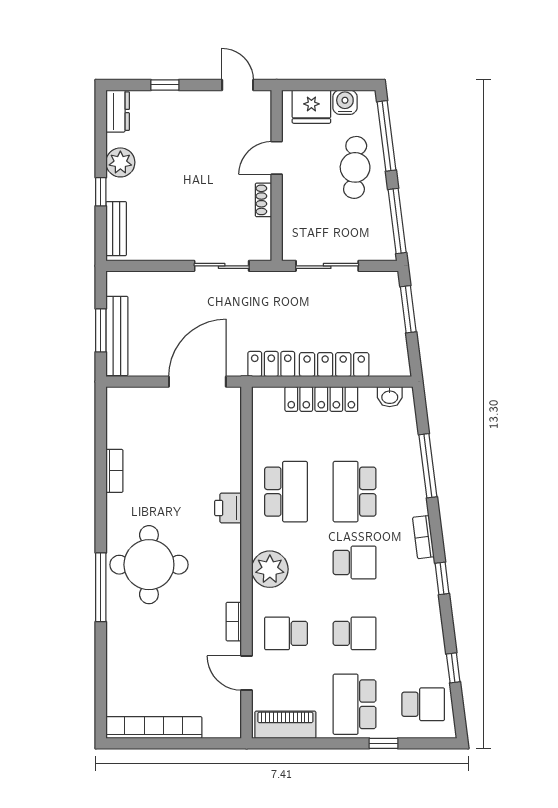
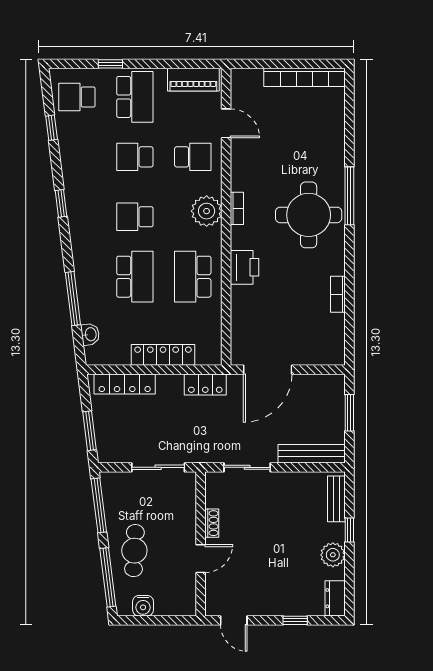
fridge: (311, 107) -> (171, 602), removed
bench: (117, 336) -> (312, 454), moved, turned 90
locker: (334, 365) -> (125, 384), moved
washbasin: (390, 397) -> (90, 334), moved, turned 83
printer: (228, 508) -> (245, 267), width x1.36, depth x1.24
bookcase: (423, 537) -> (77, 238), removed
bookcase: (234, 622) -> (237, 208), moved

